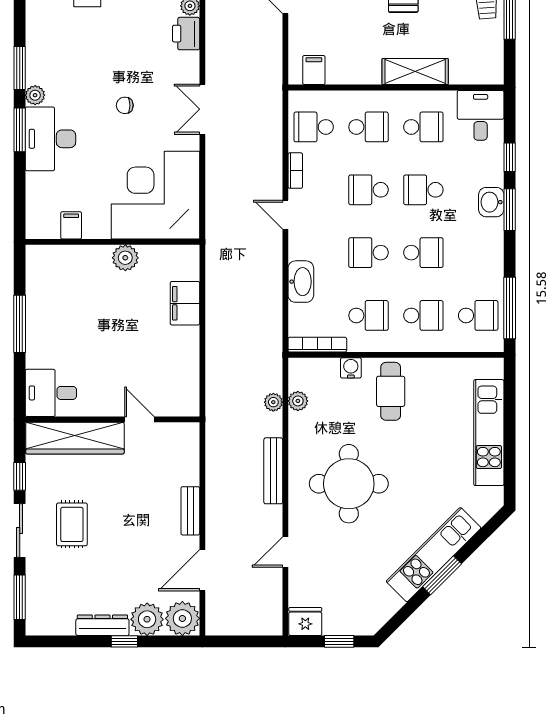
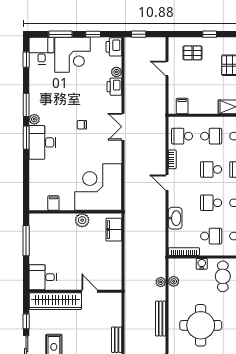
corner desk: (156, 195) -> (98, 187), moved
filing cabinet: (71, 225) -> (53, 203), moved
wall: (112, 242) -> (75, 212), moved
plant: (125, 258) -> (82, 220), moved

